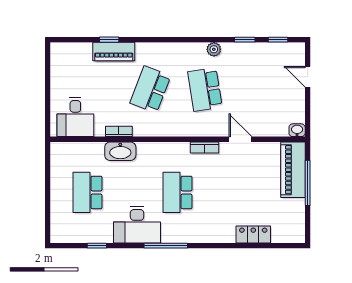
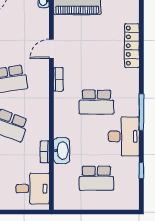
locker: (253, 234) -> (132, 46), width x1.53

